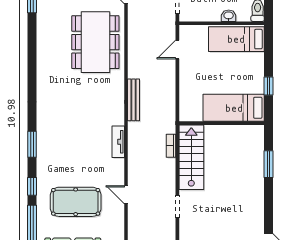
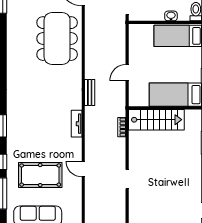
door: (177, 49) -> (127, 73), moved
bench: (134, 100) -> (90, 93), width x0.73
stairs: (191, 157) -> (156, 120), moved, turned 90

